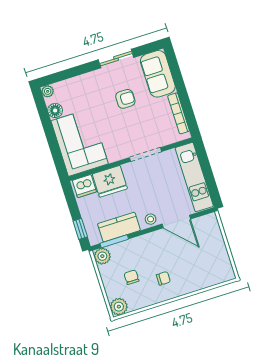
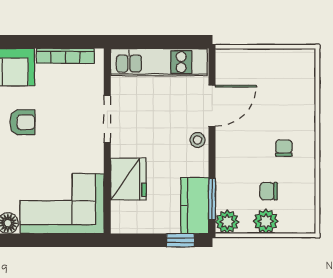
armchair: (125, 99) -> (22, 122), turned 90
dishwasher: (84, 186) -> (124, 216), removed
kitchen counter: (119, 227) -> (195, 206), moved
plant: (119, 307) -> (266, 221), moved

